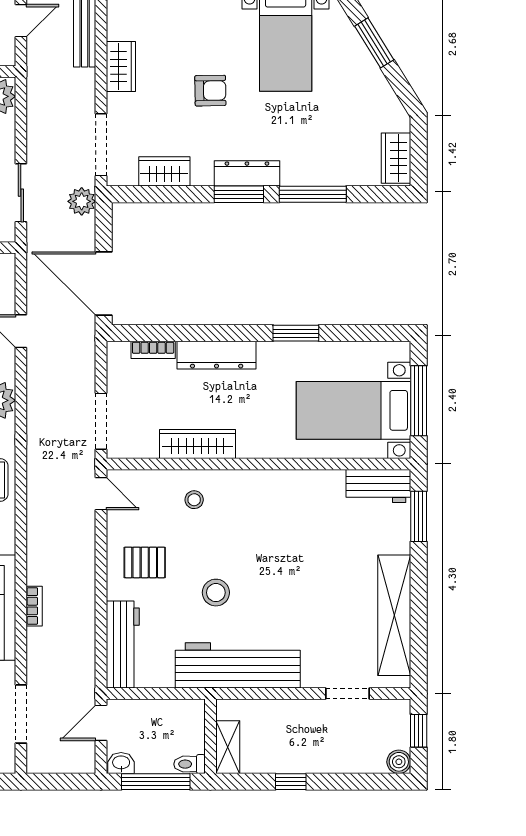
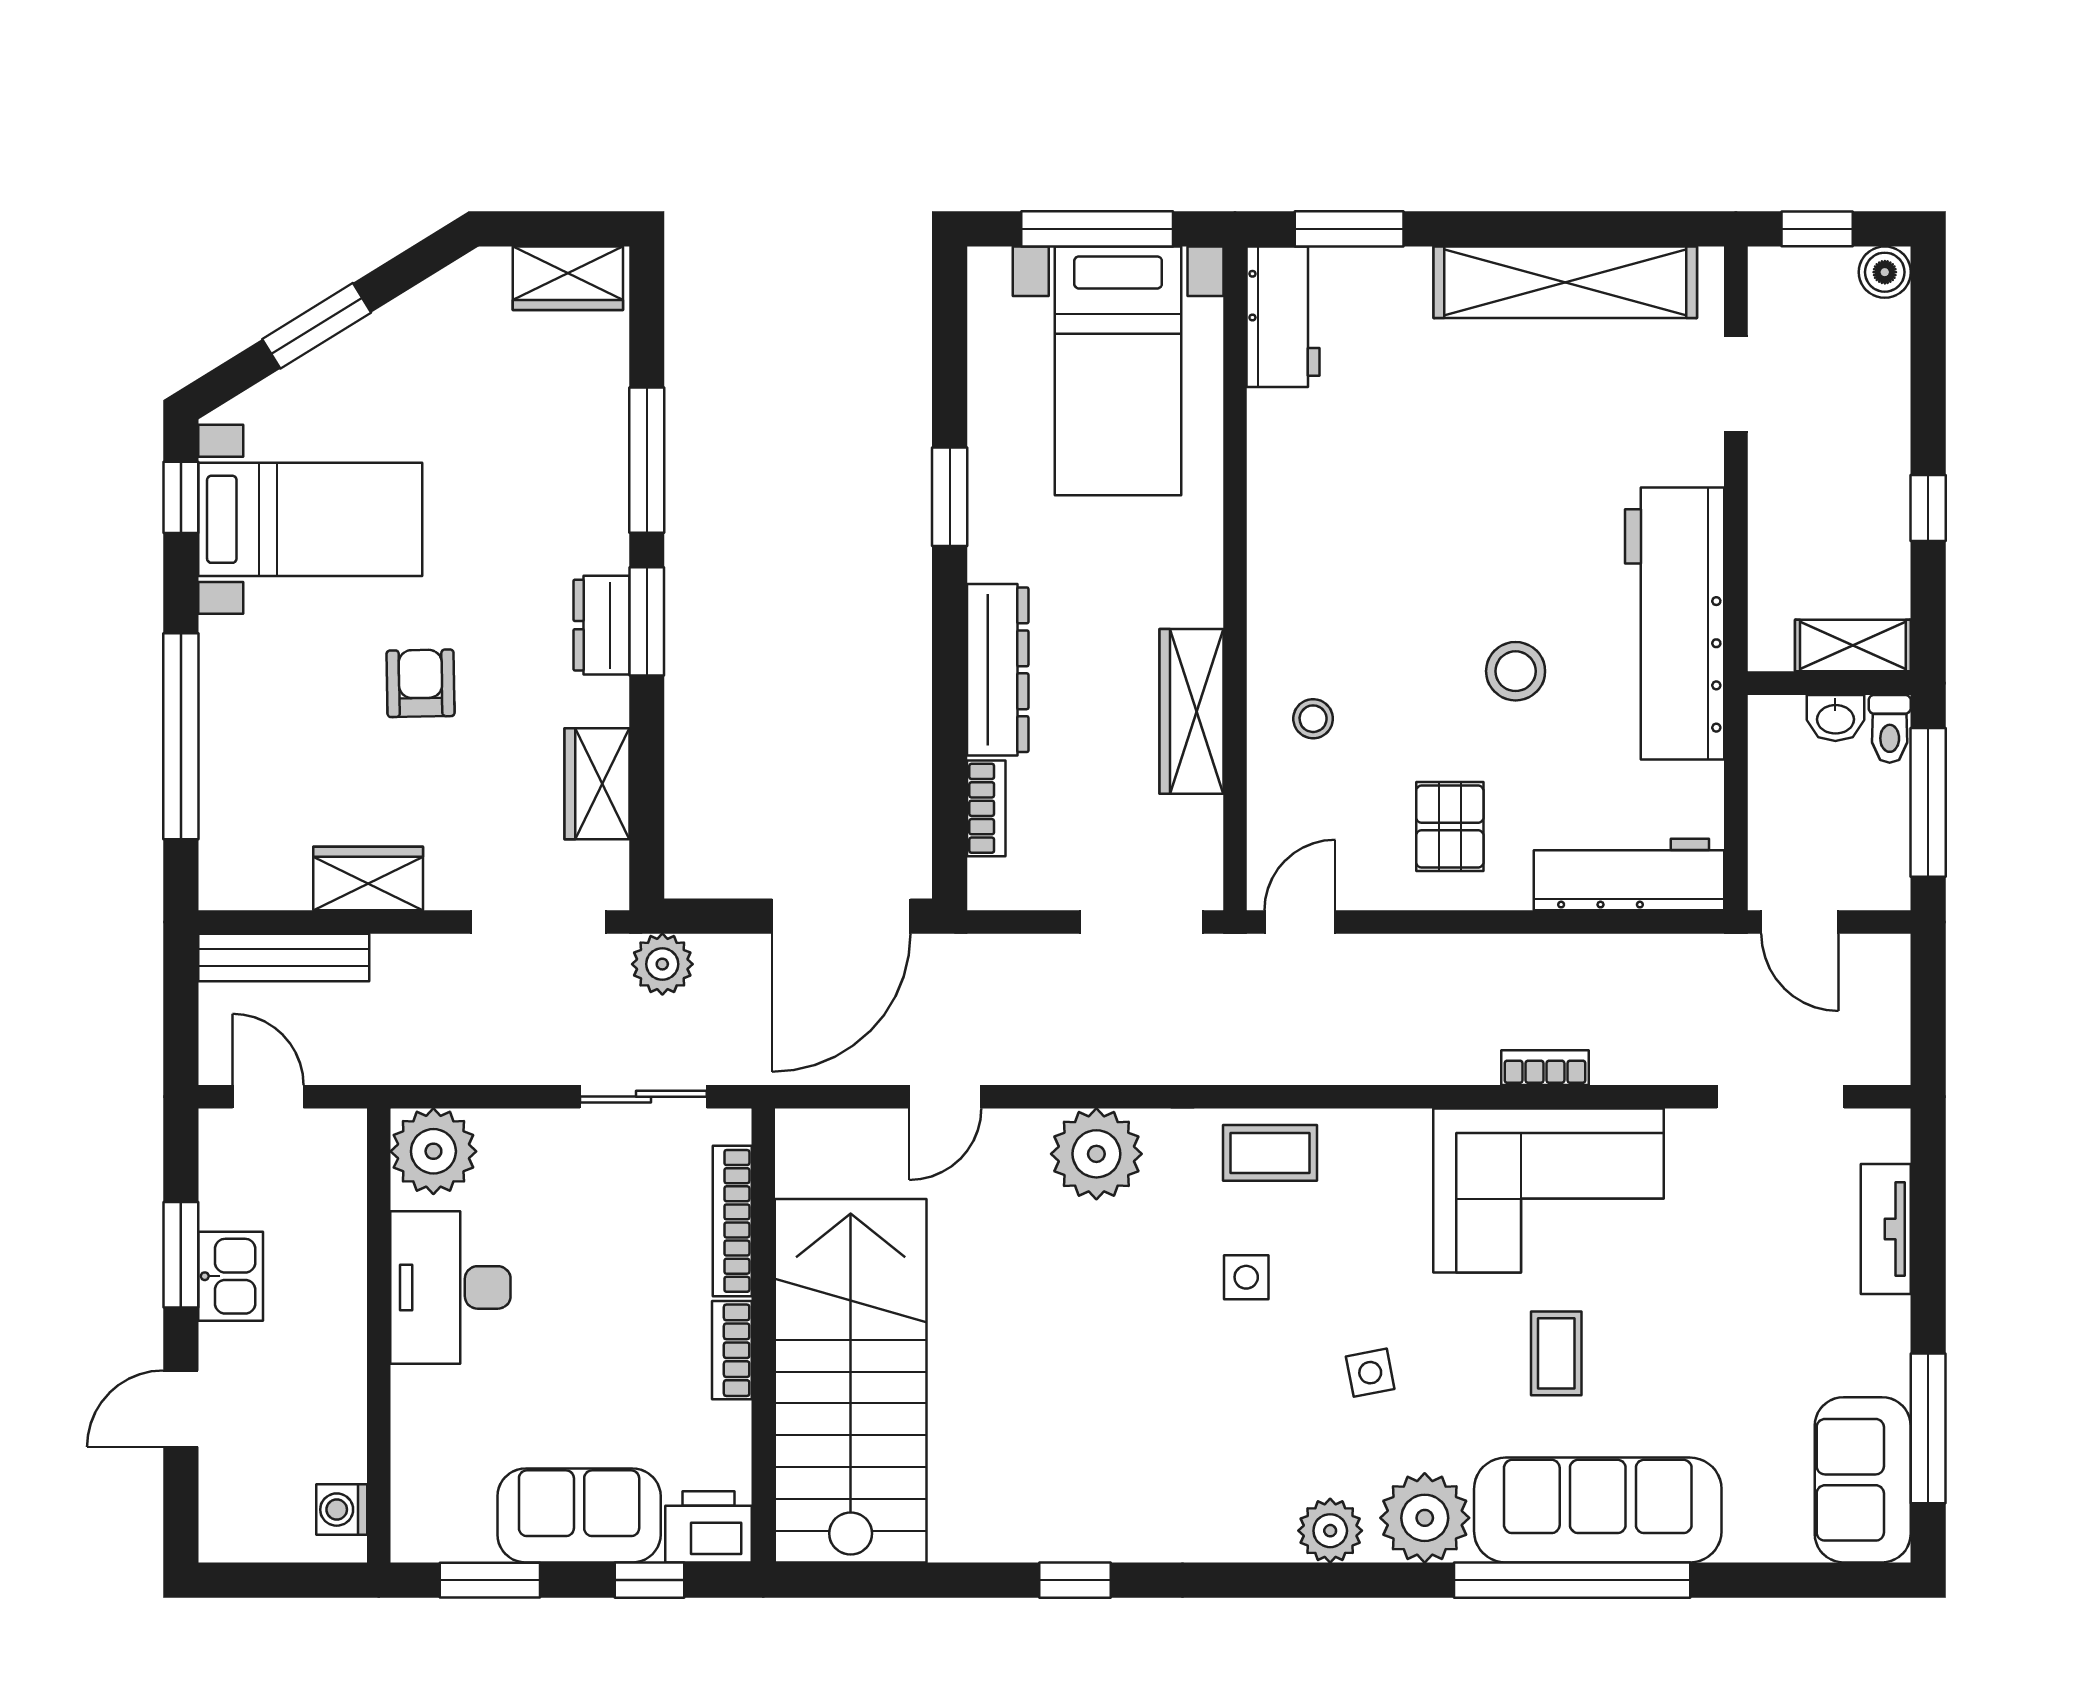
dresser: (247, 173) -> (601, 625), width x0.70
washbasin: (121, 763) -> (1835, 718), moved, turned -90

